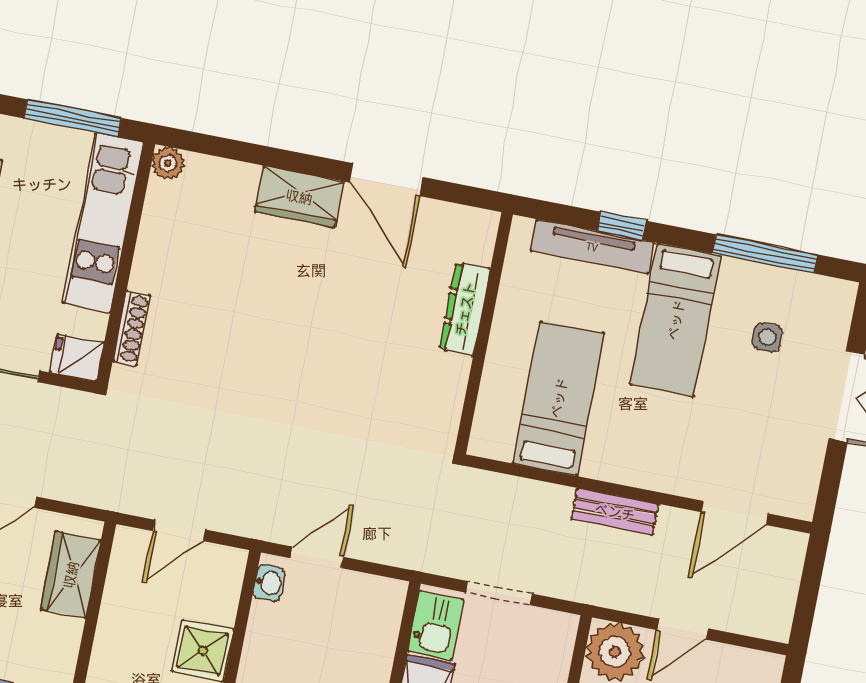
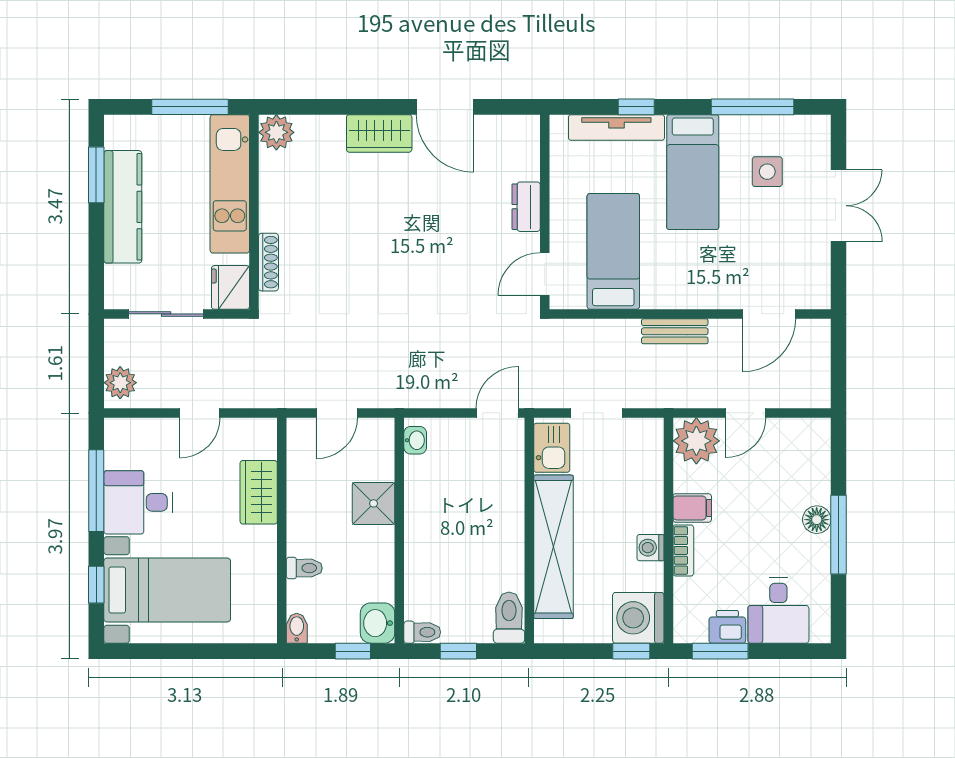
plant: (168, 163) -> (276, 132), width x1.38, depth x1.38
dresser: (465, 309) -> (526, 207), width x0.70
side table: (767, 337) -> (767, 172), width x1.37, depth x1.37
fridge: (77, 358) -> (230, 287), width x1.38
door: (469, 410) -> (545, 274), added
door: (317, 557) -> (497, 413), moved
wardrobe: (71, 575) -> (259, 492), moved

